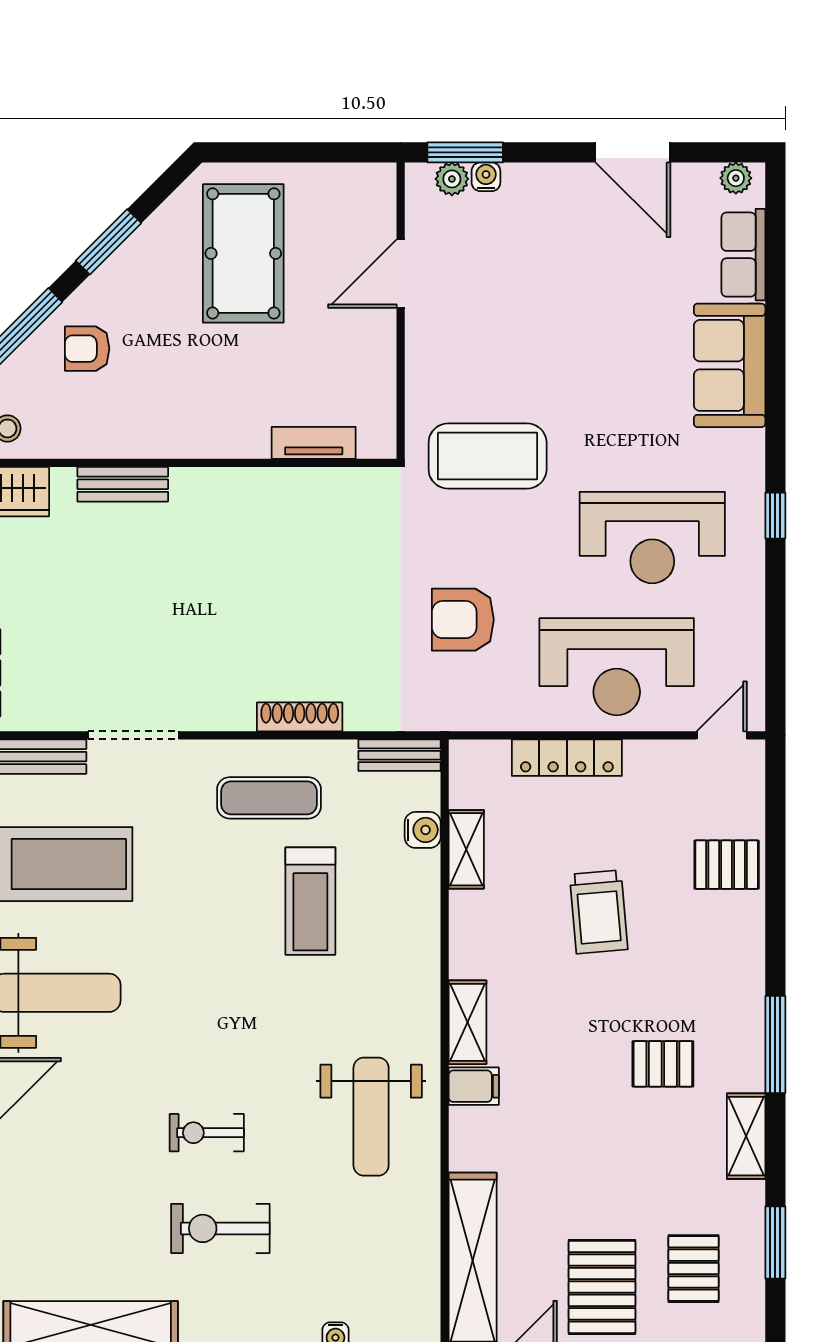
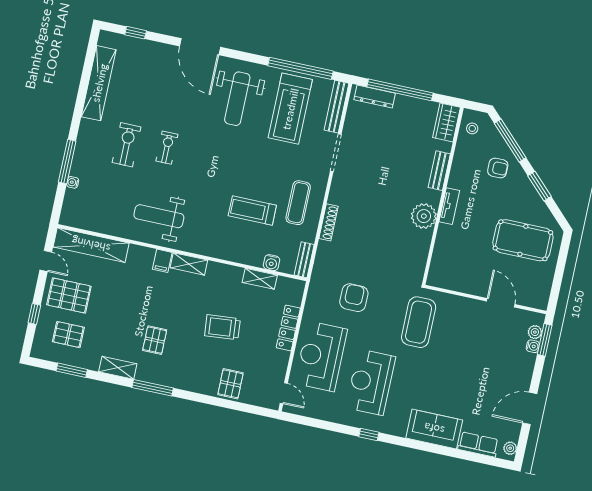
armchair: (87, 349) -> (498, 168), turned 90
tv unit: (314, 443) -> (449, 206), moved
plant: (237, 497) -> (424, 216), added

